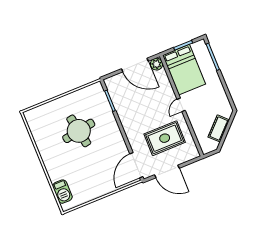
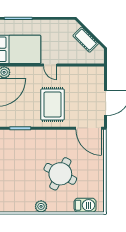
round table: (79, 131) -> (60, 174), moved, turned 37
rug: (165, 138) -> (52, 105), moved
plant: (44, 151) -> (41, 206), added

